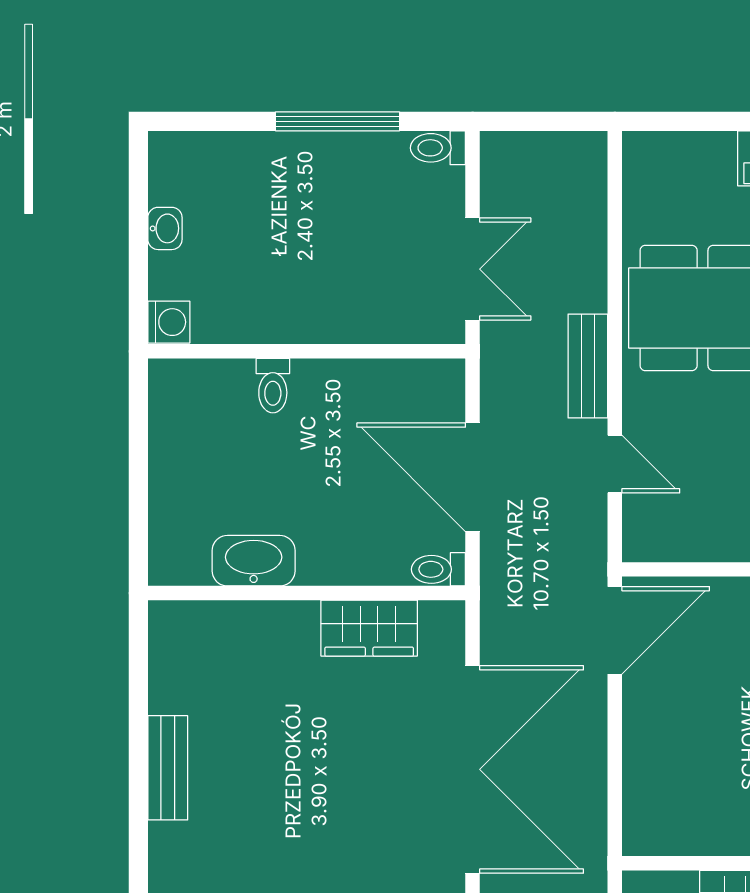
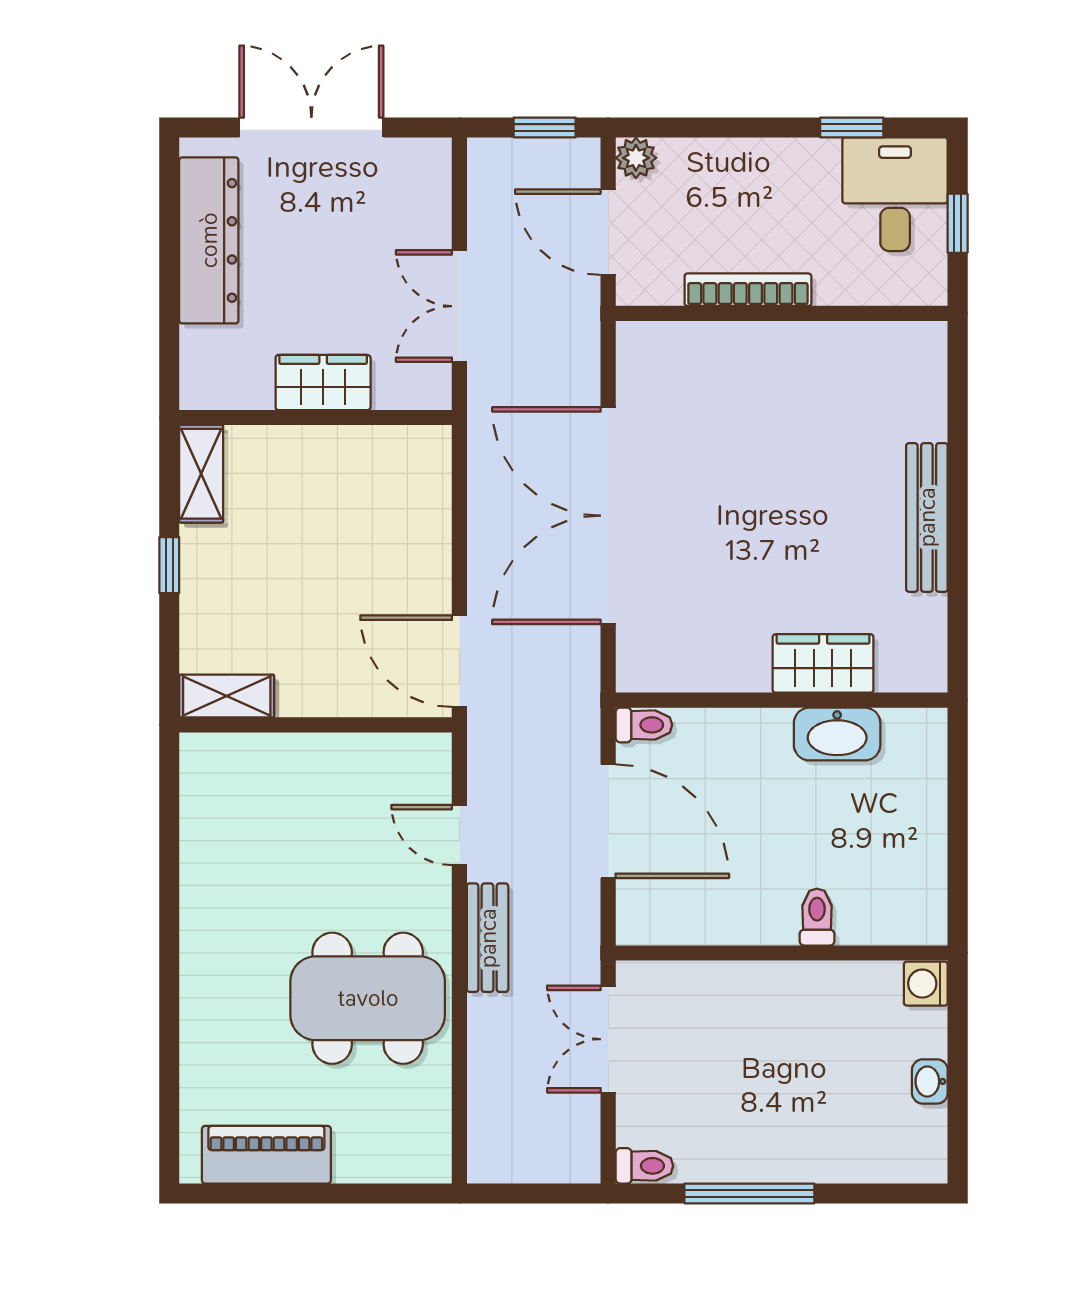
wardrobe: (369, 628) -> (823, 663), moved
door: (615, 630) -> (459, 661), hinge flipped
bench: (168, 768) -> (927, 517), width x1.36

